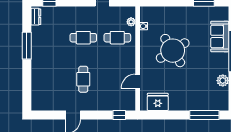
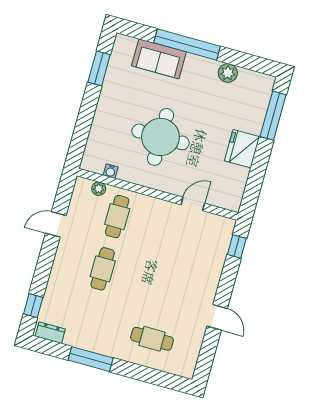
round table: (173, 51) -> (160, 137), turned 32
cafe table: (83, 79) -> (152, 339), moved
door: (138, 81) -> (193, 204), swing flipped
fridge: (158, 102) -> (242, 149), moved

